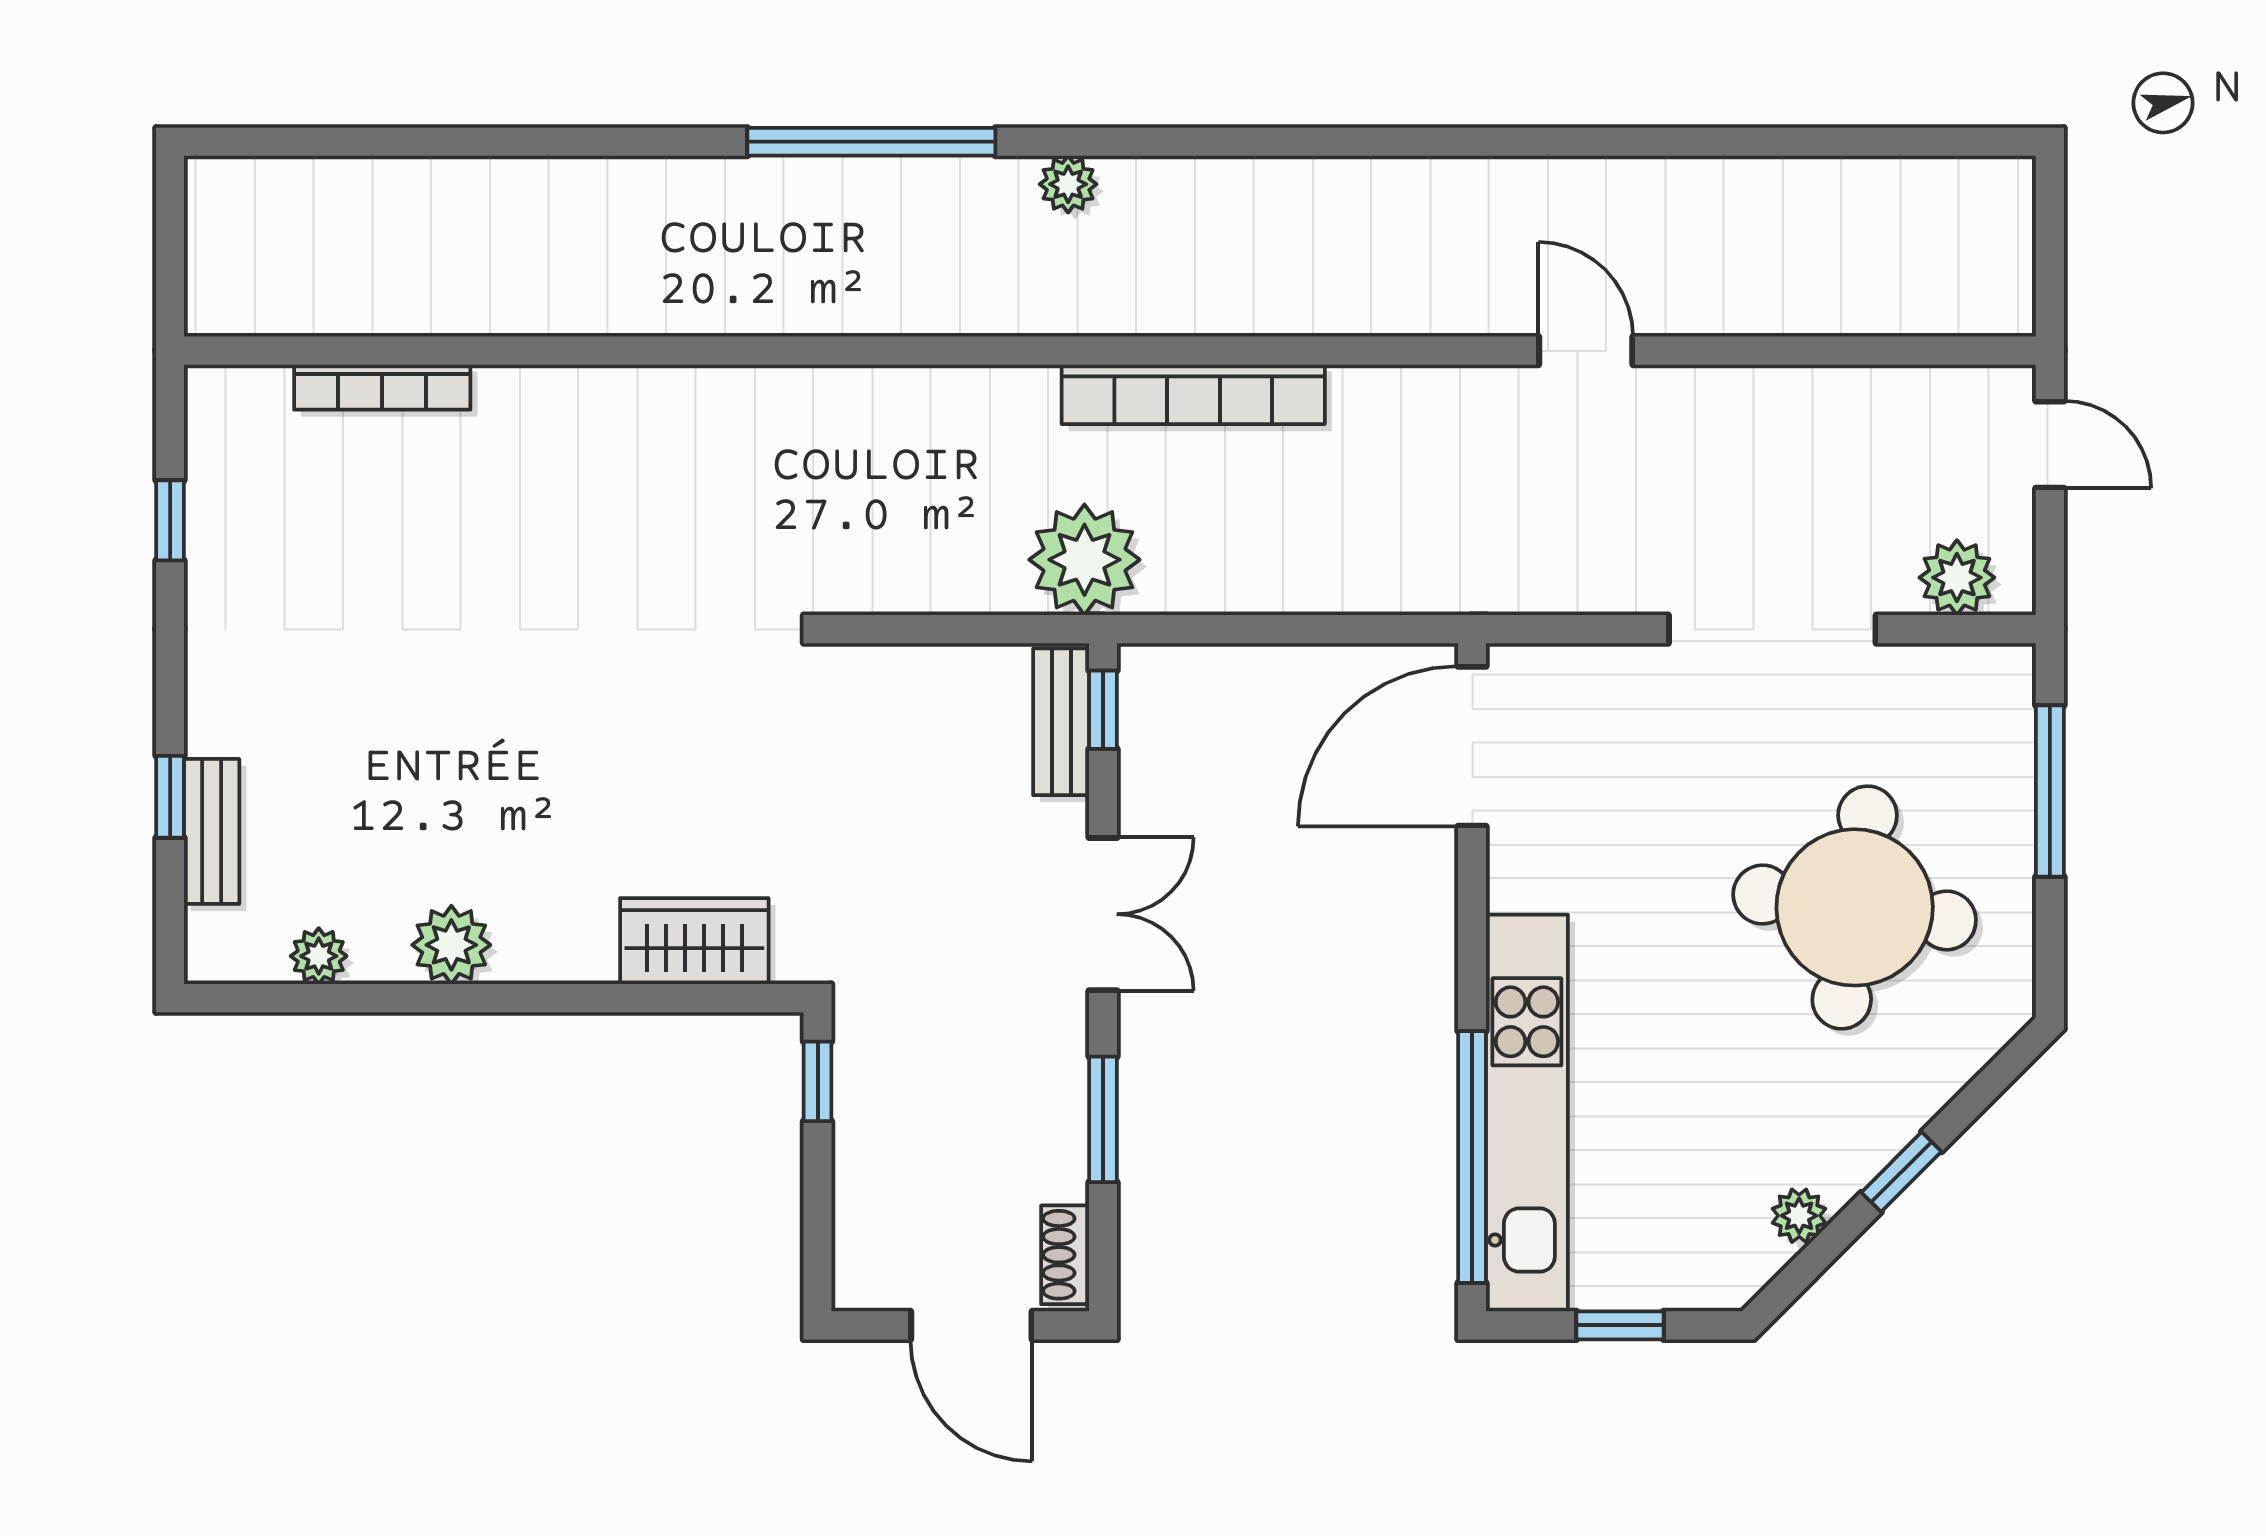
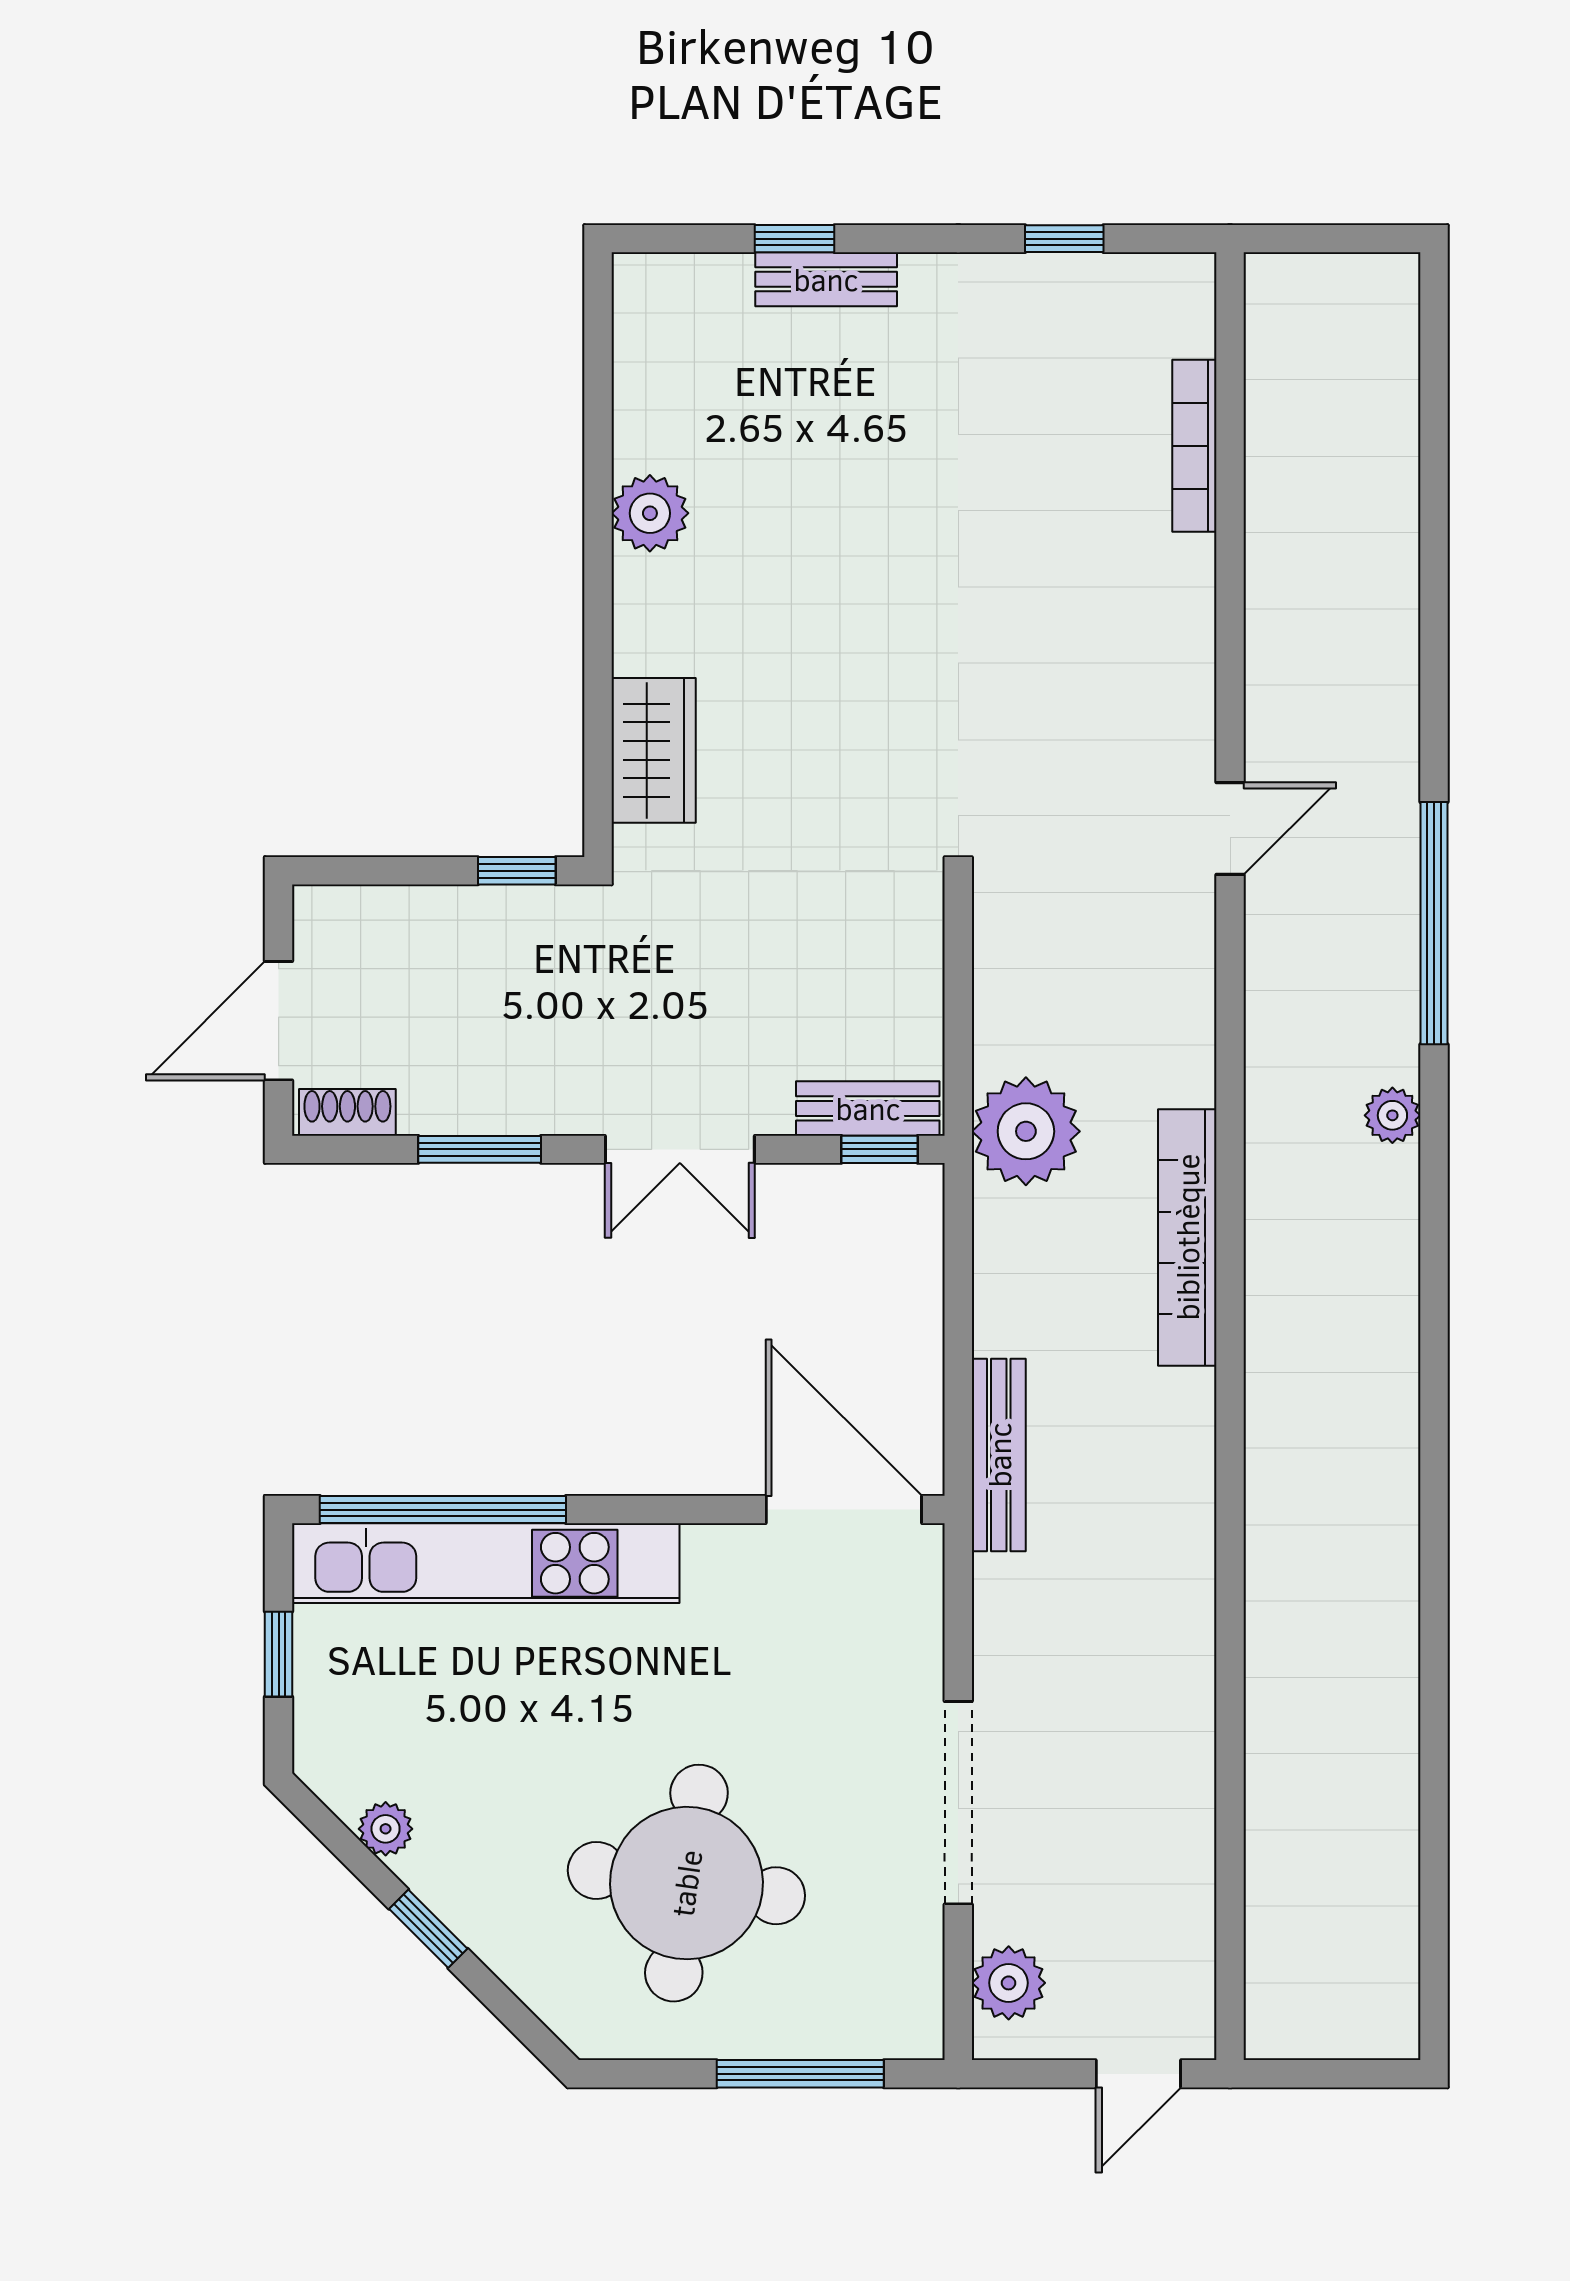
door: (1586, 351) -> (1230, 829), moved
bench: (1416, 588) -> (999, 1455), added
bench: (212, 831) -> (826, 279), moved
plant: (319, 956) -> (639, 384), removed

